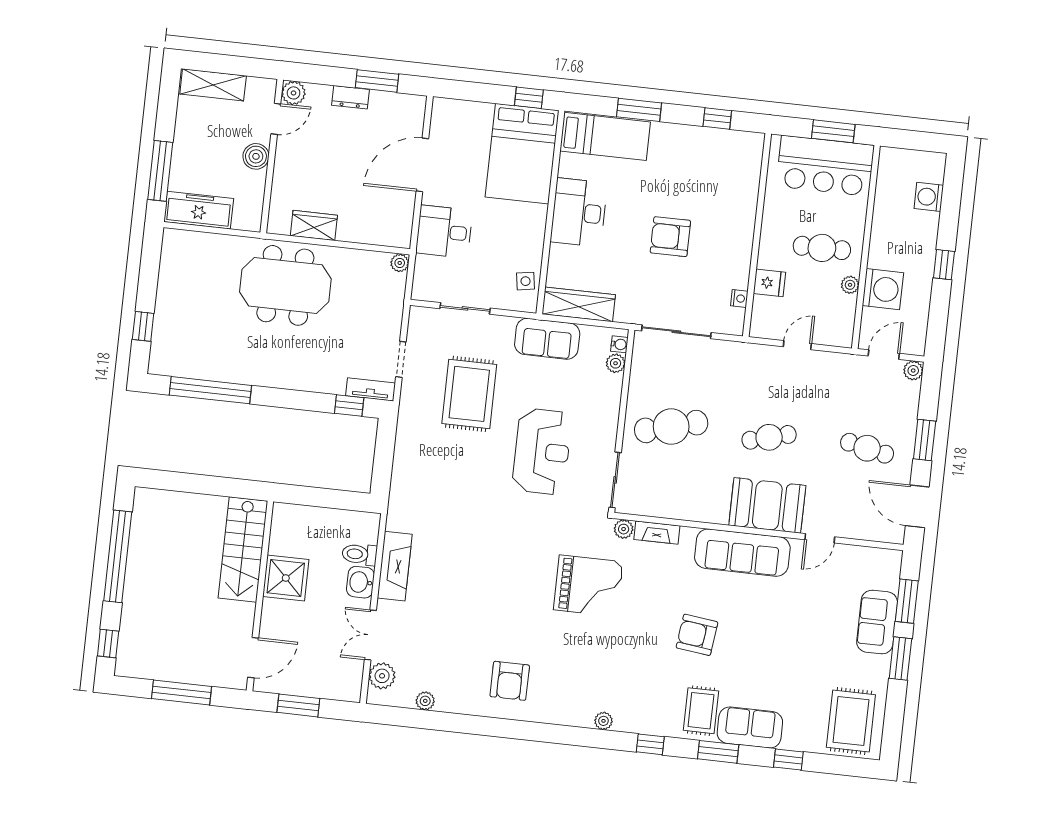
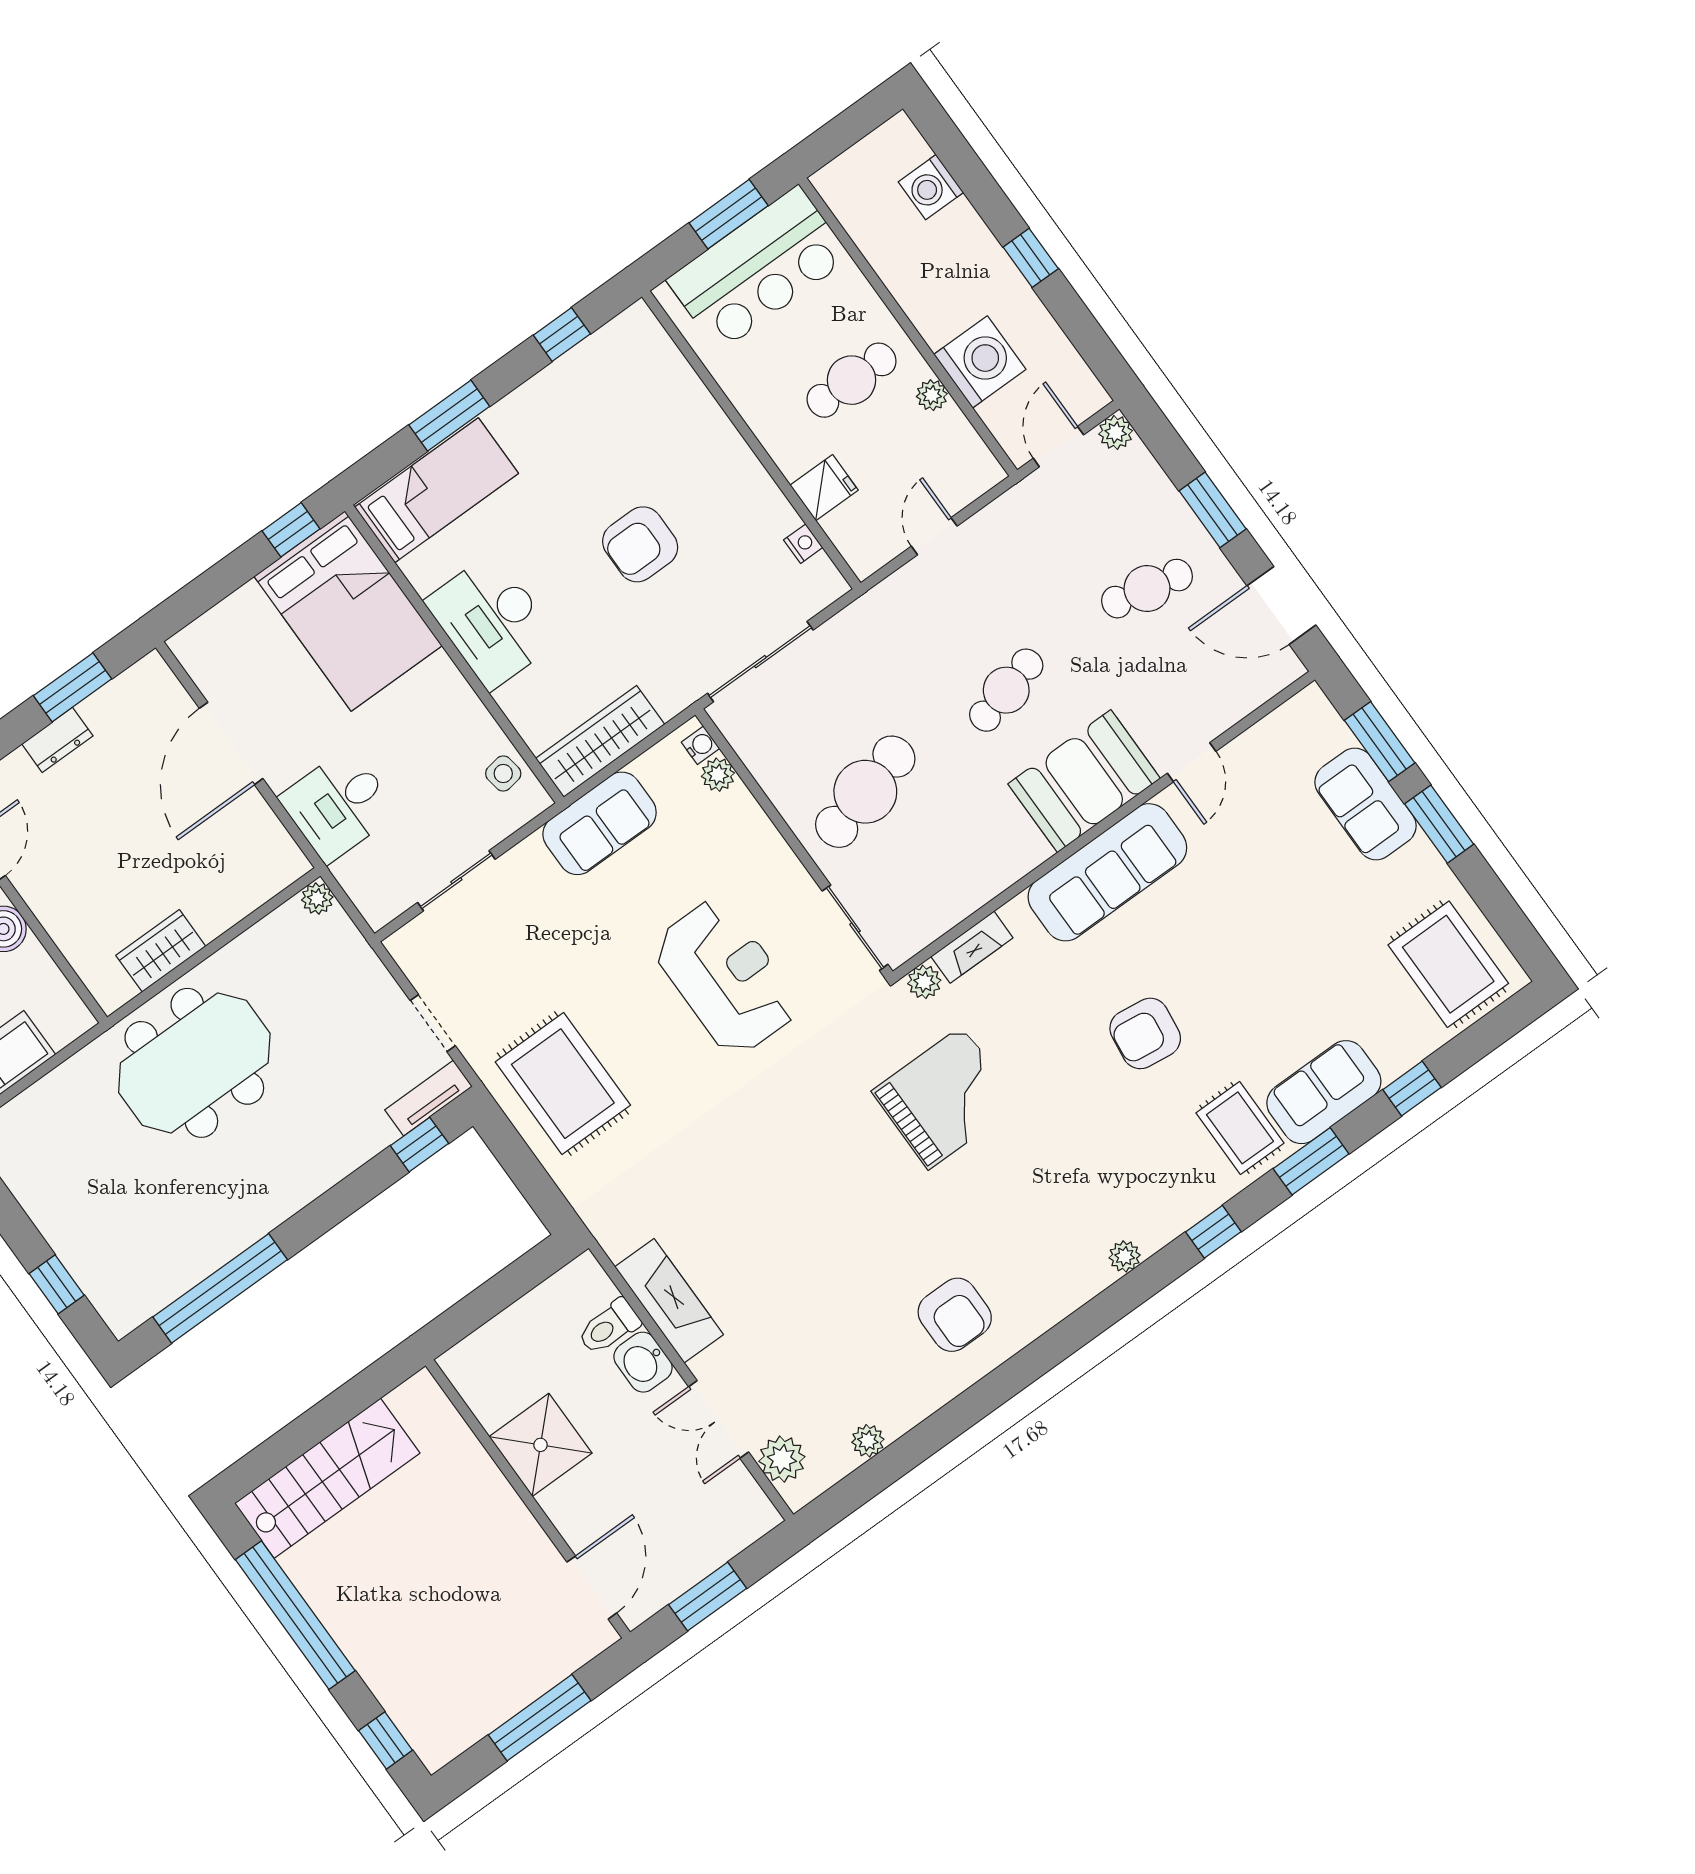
rug: (469, 394) -> (563, 1084), moved
stairs: (243, 549) -> (327, 1478), moved, turned -90

